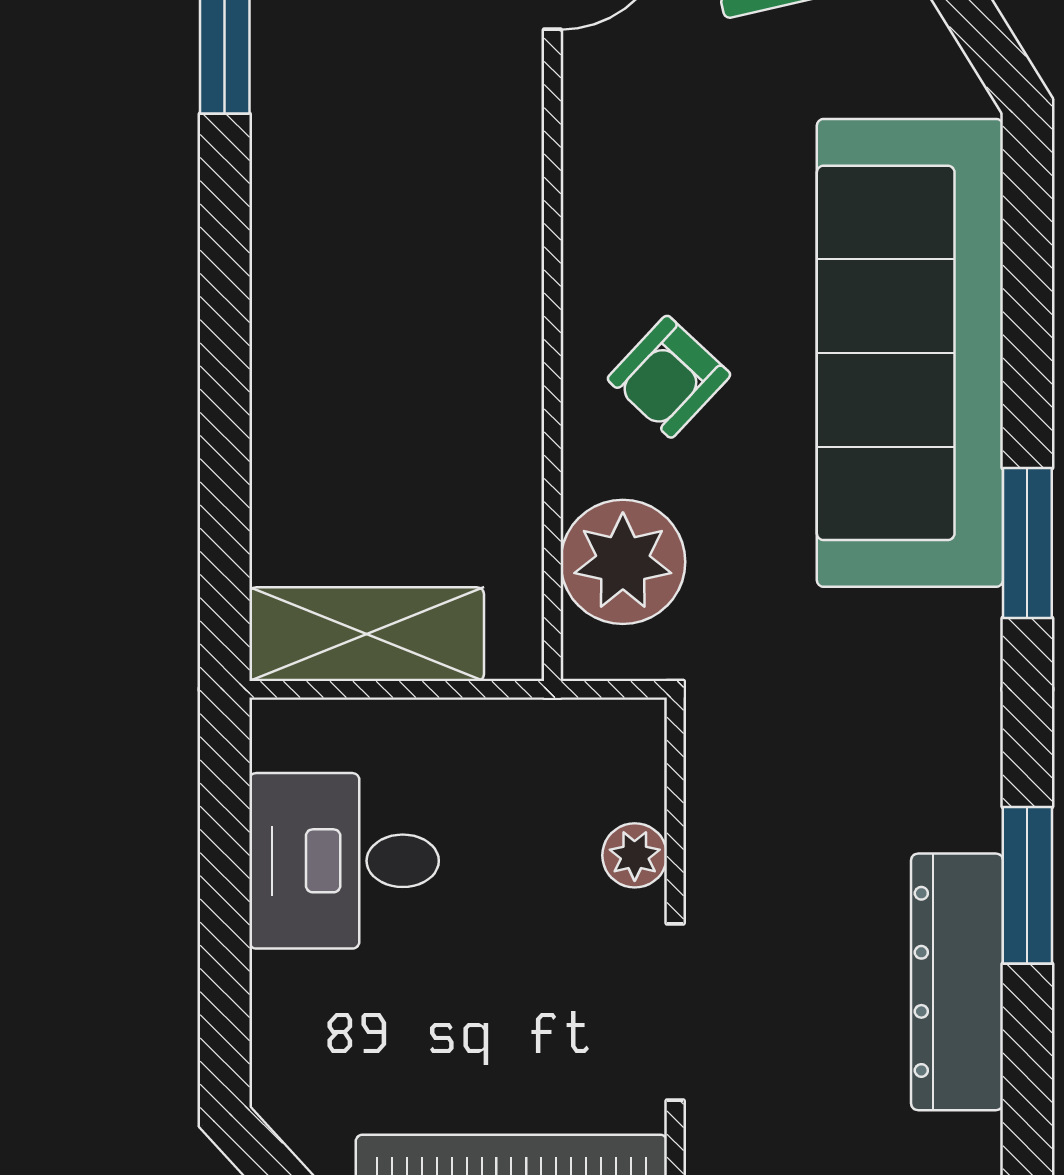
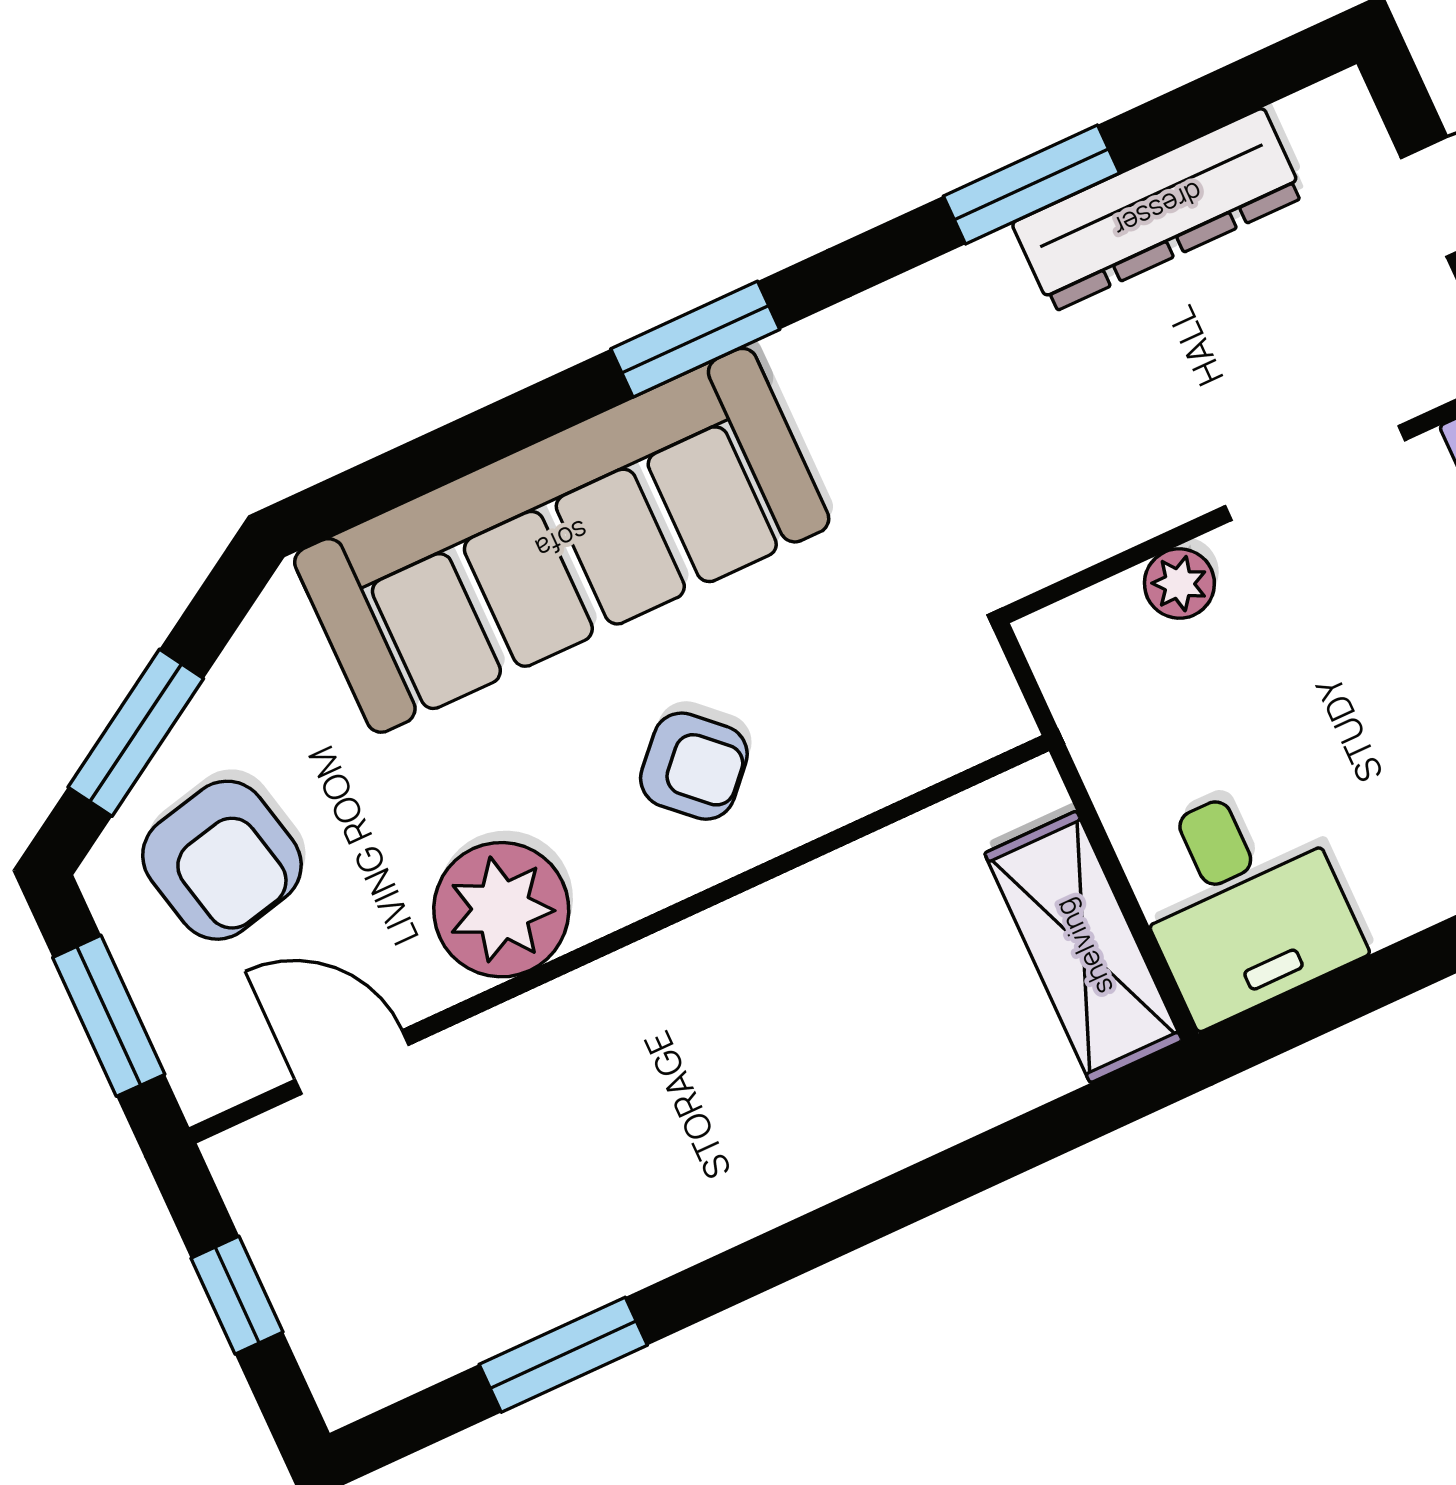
plant: (623, 562) -> (501, 910), moved
desk: (344, 861) -> (1242, 901), moved

